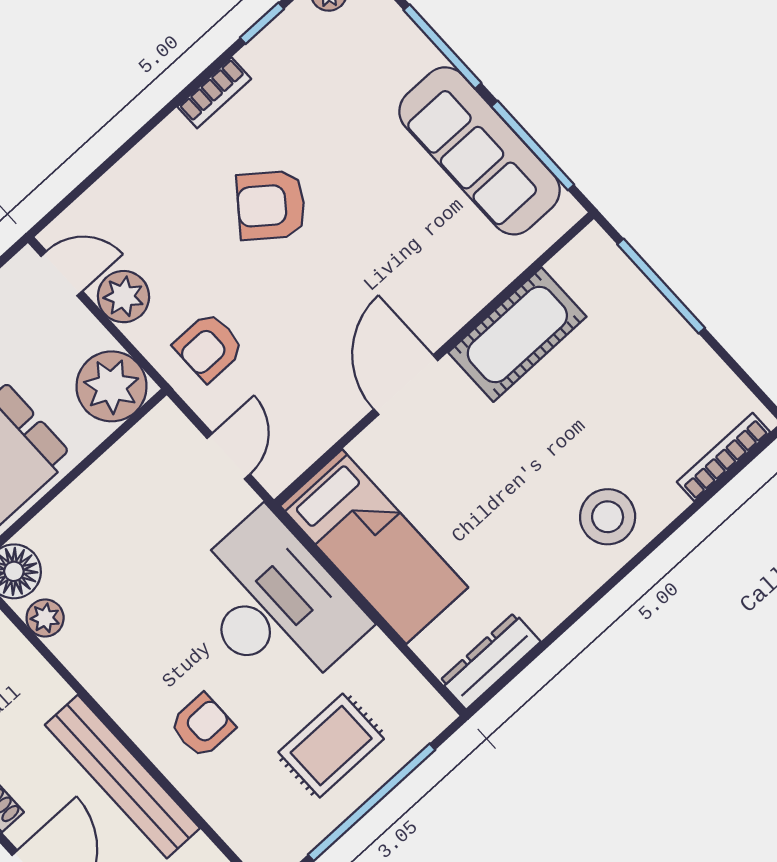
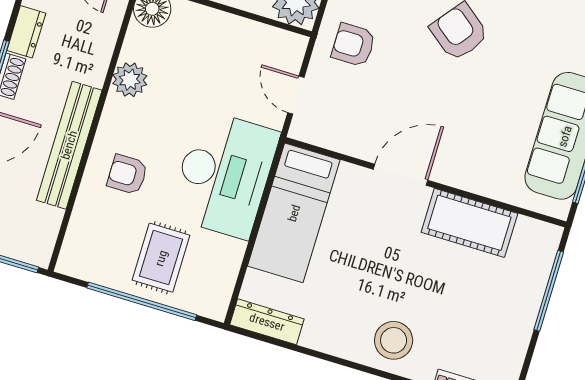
door: (229, 456) -> (296, 95), swing flipped
plant: (45, 618) -> (130, 80), moved, width x1.38, depth x1.38
armchair: (202, 726) -> (127, 174), turned 180
rug: (331, 746) -> (161, 258), turned 90

